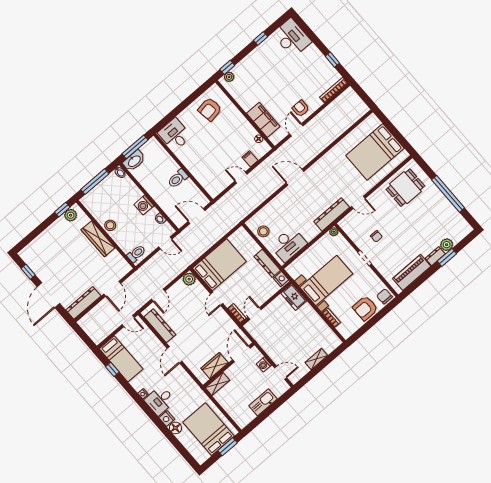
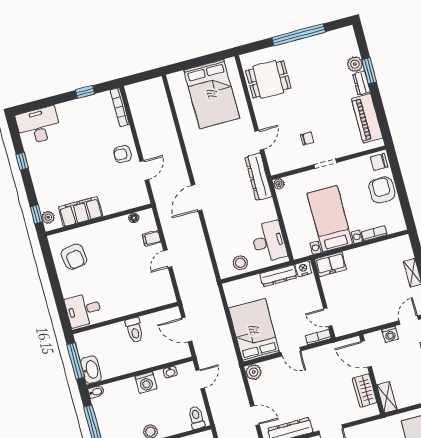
filing cabinet: (263, 120) -> (81, 212), moved
door: (296, 130) -> (144, 171), swing flipped
dining table: (405, 188) -> (268, 79), turned 90
door: (196, 216) -> (187, 330), hinge flipped
armchair: (365, 308) -> (382, 190), turned 180

